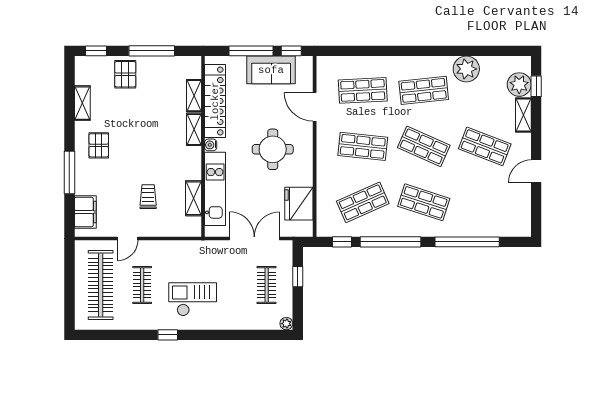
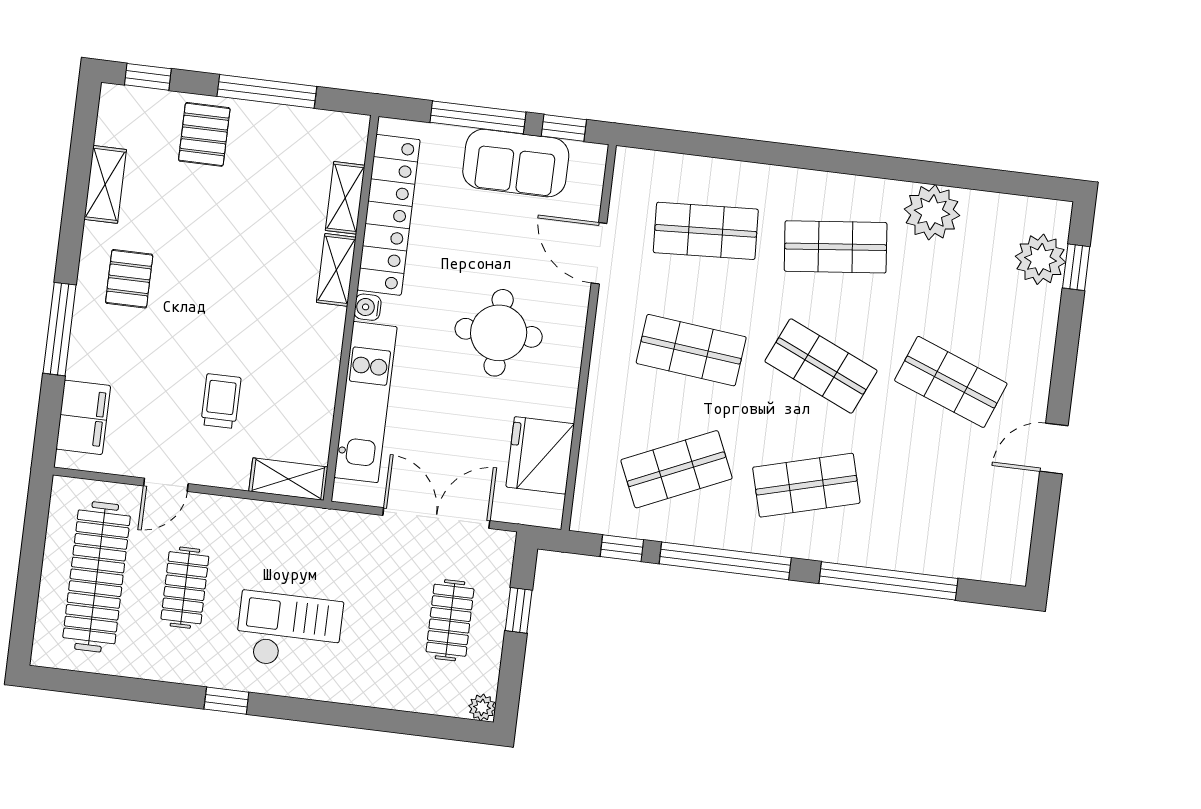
shelving: (523, 115) -> (1041, 325), removed
shelving: (193, 198) -> (288, 479), moved, turned 90
shop shelf: (424, 202) -> (806, 485), turned -33

